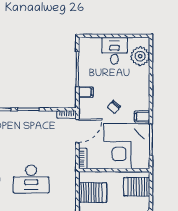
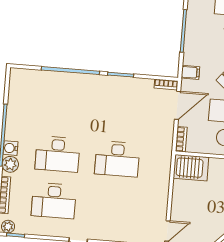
filing cabinet: (86, 92) -> (190, 72), moved
server rack: (93, 193) -> (191, 168), moved

